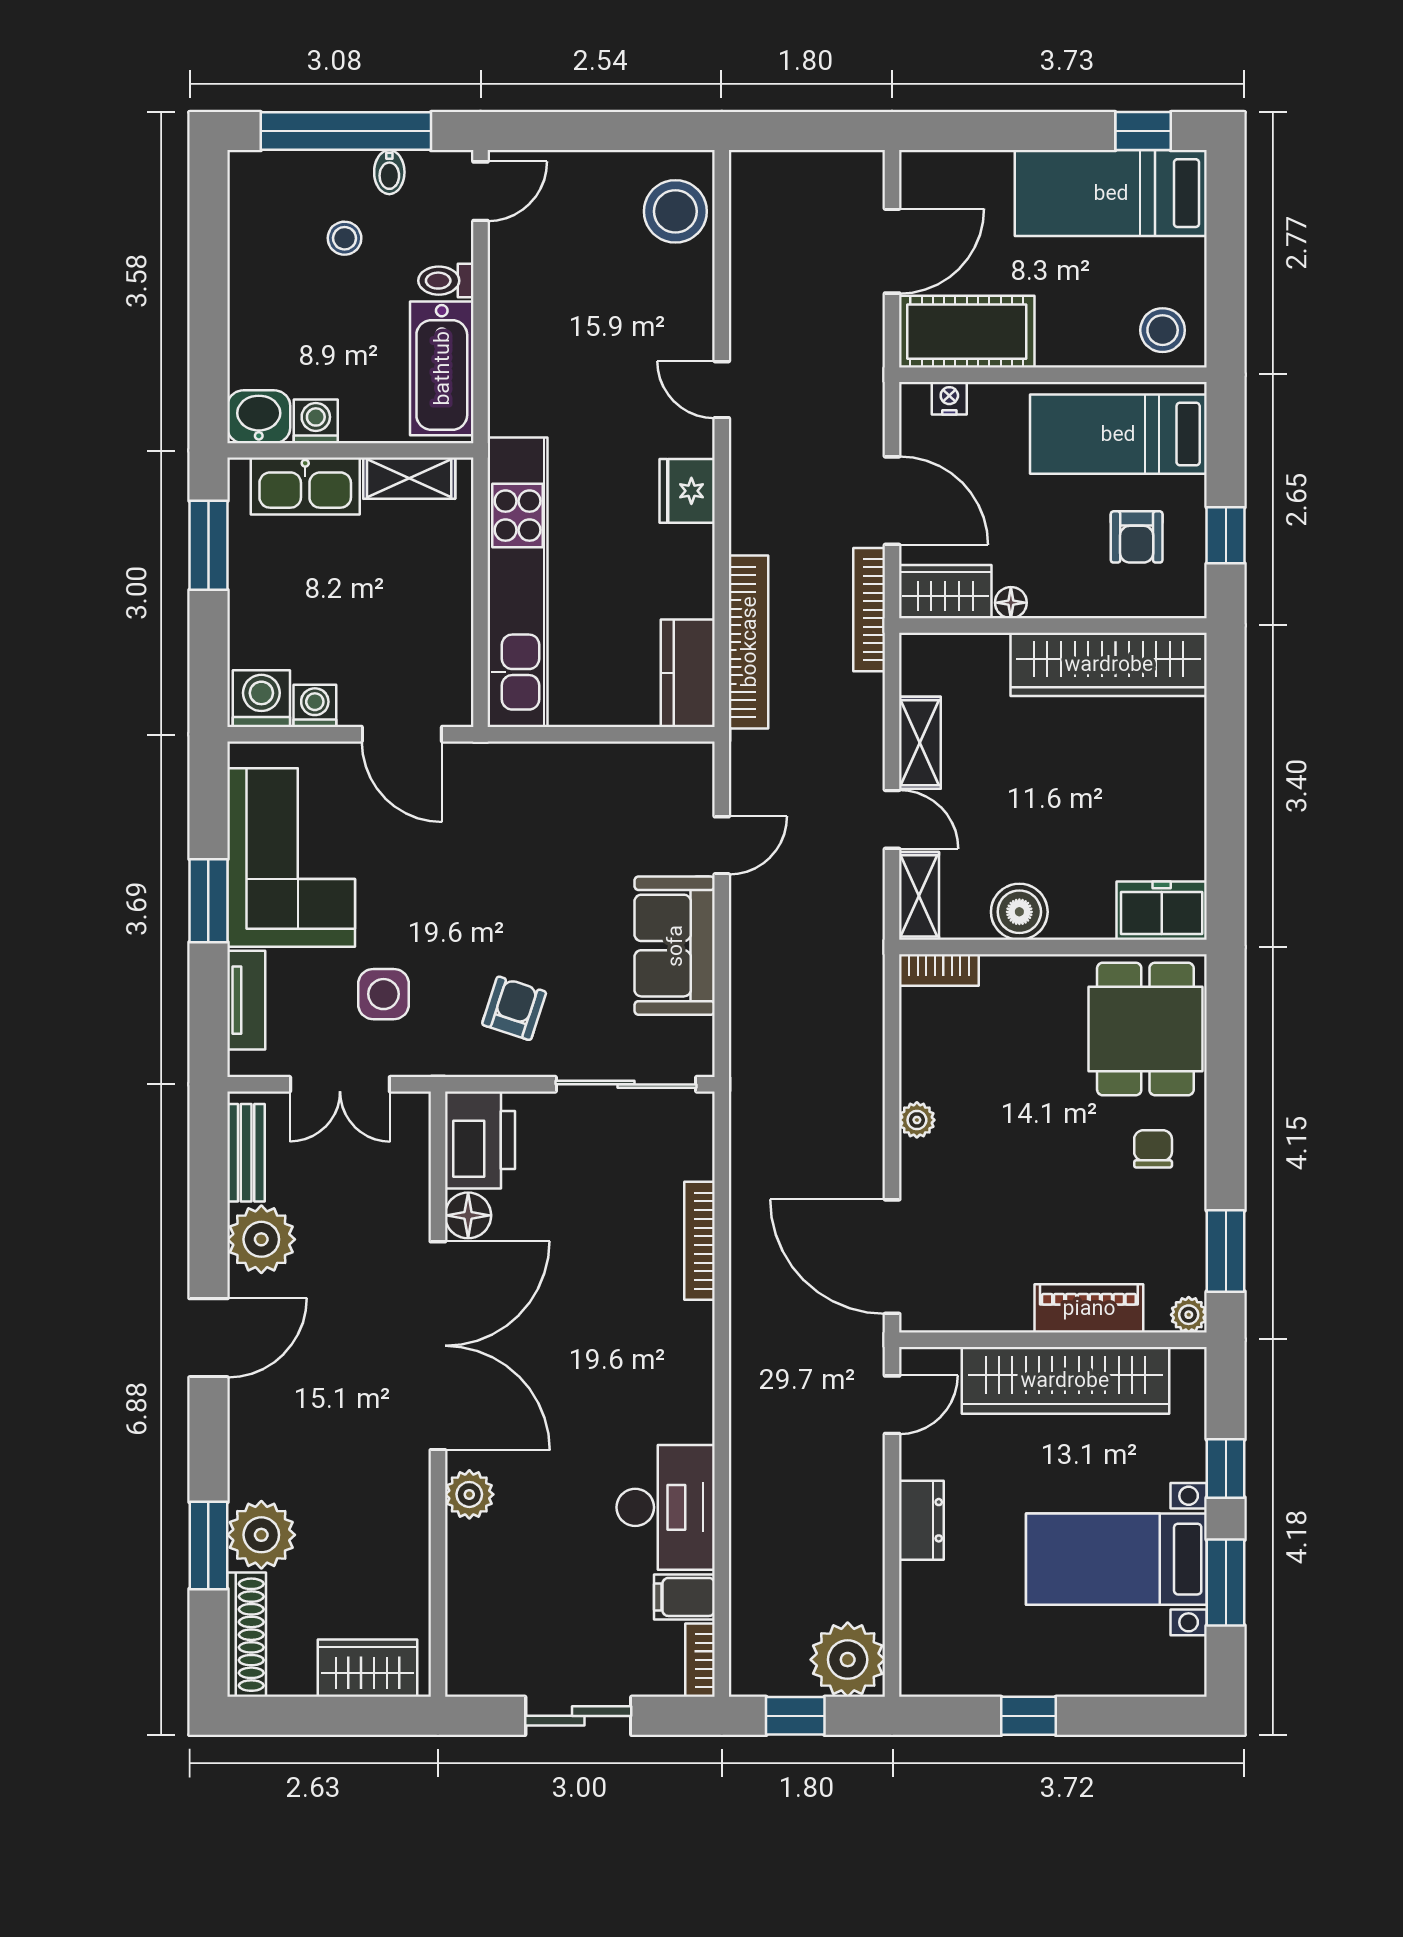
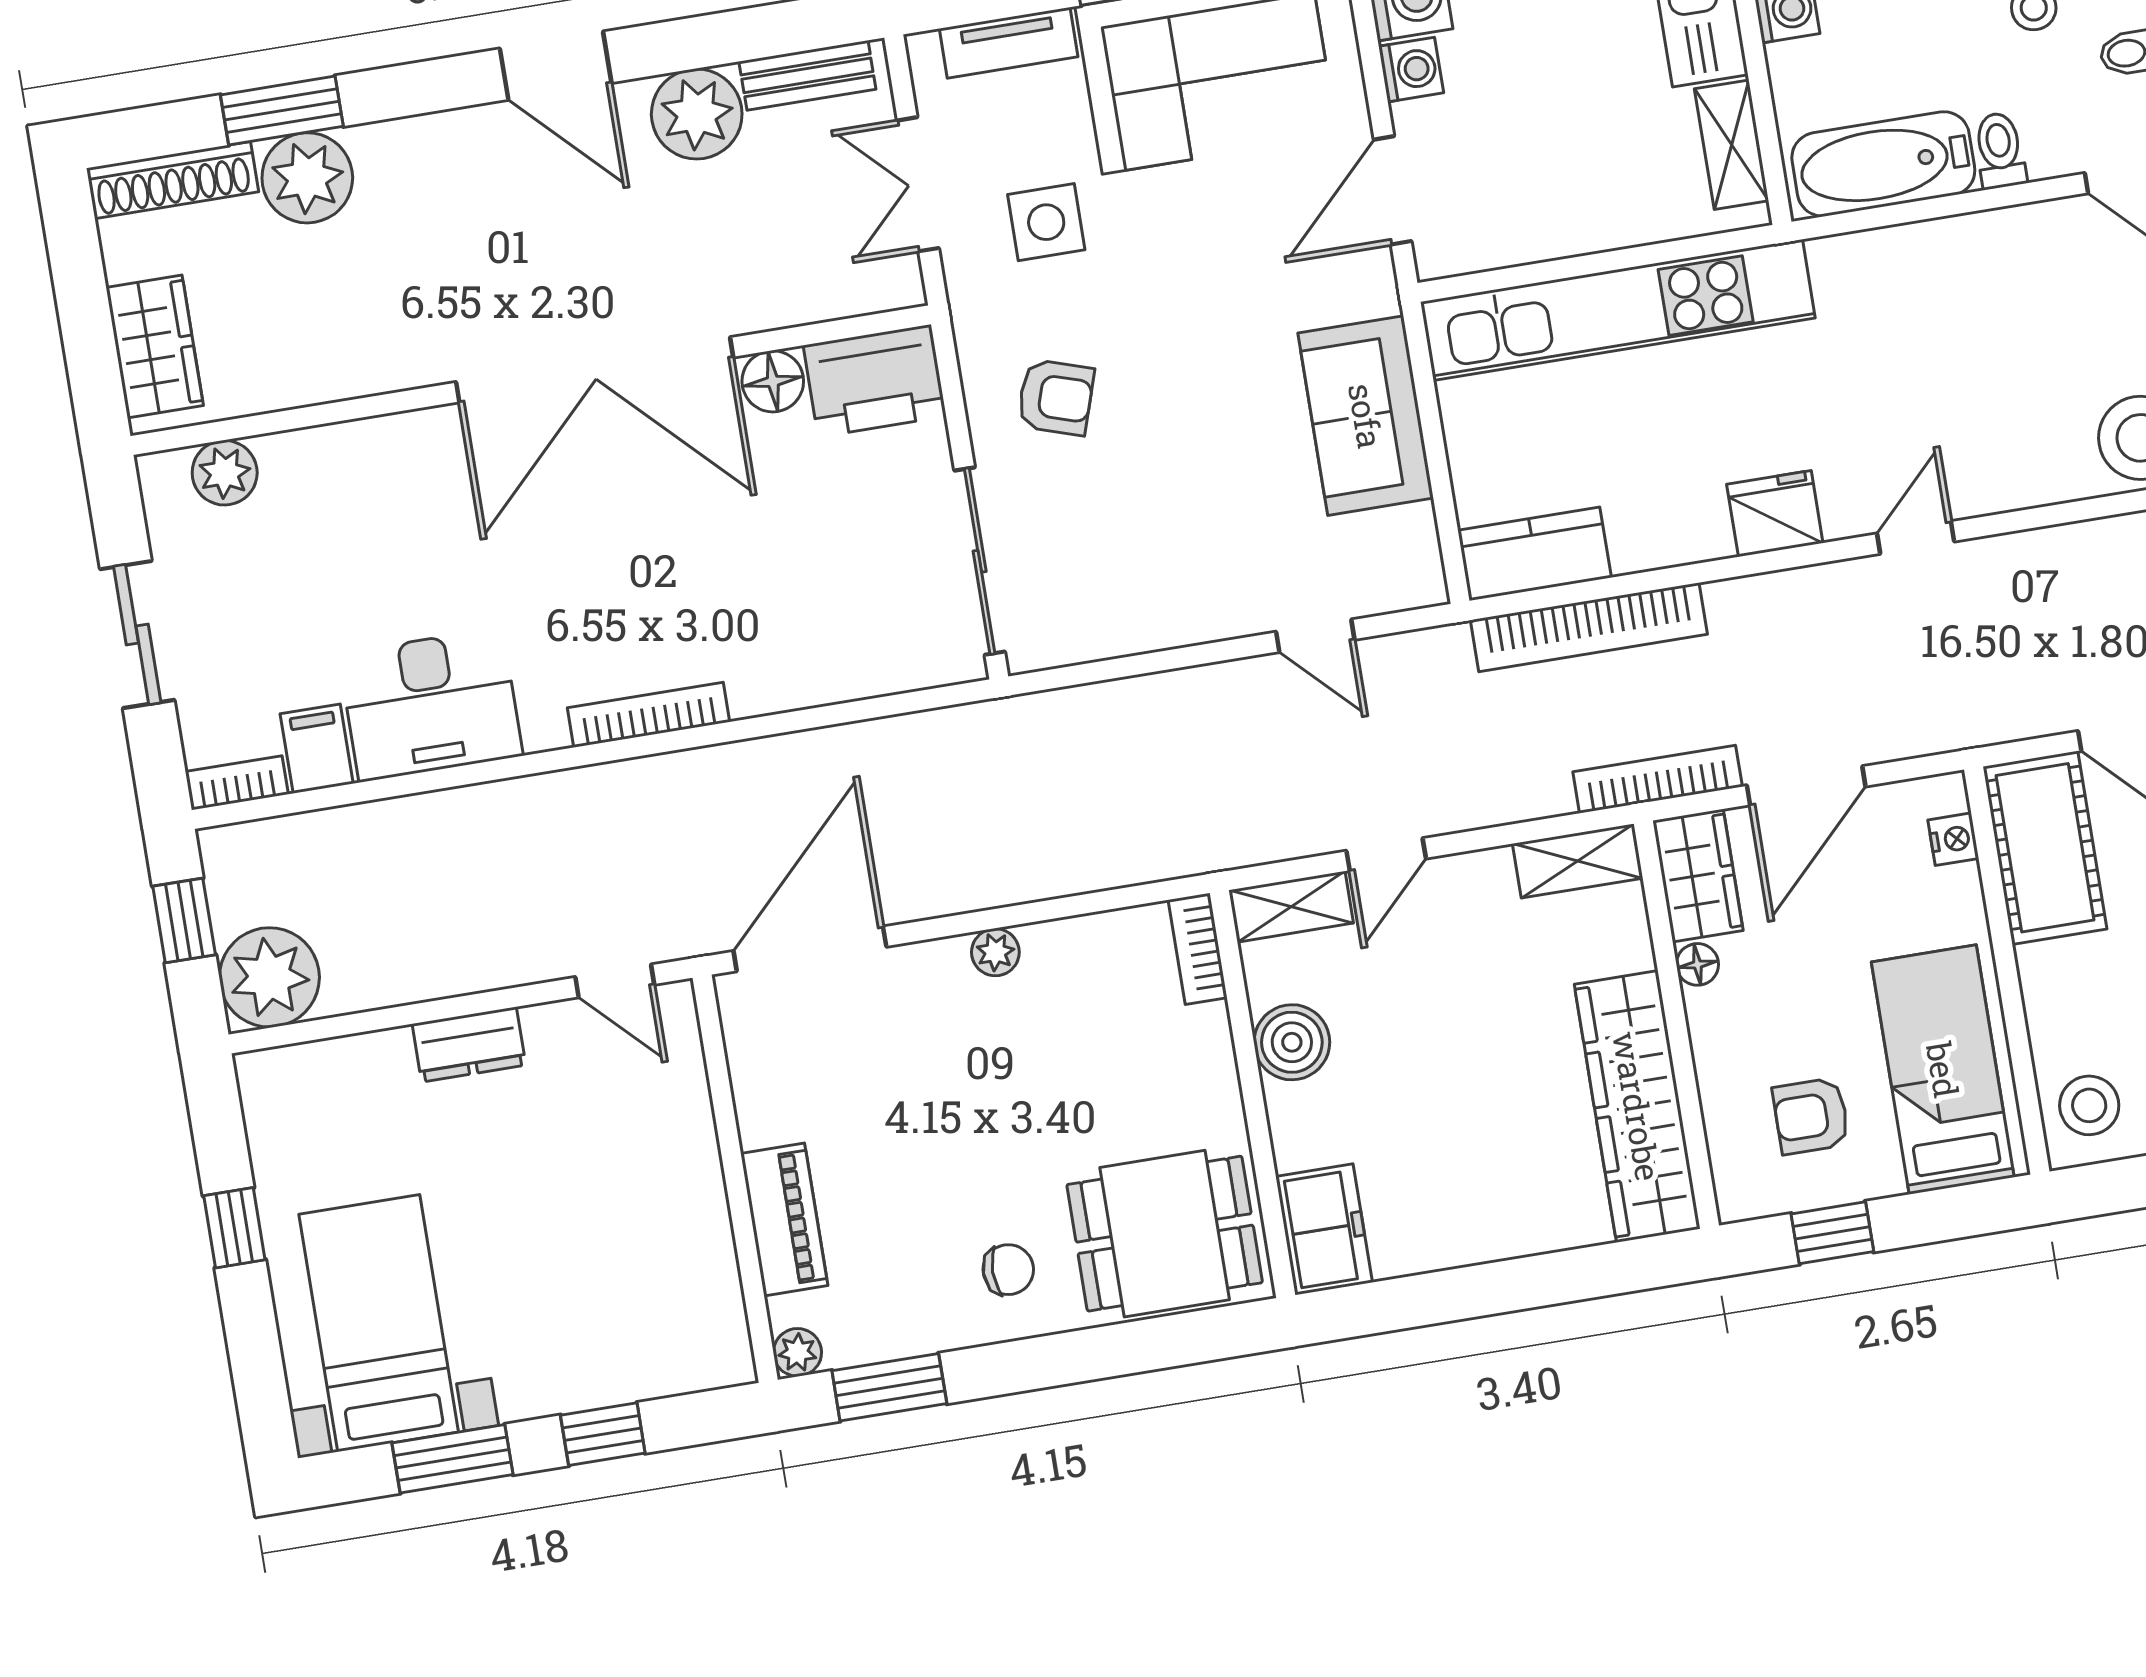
shelving: (920, 743) -> (1578, 861), moved
sofa: (675, 946) -> (1366, 416), moved, turned -90
bookcase: (700, 1241) -> (649, 715), moved
wardrobe: (1065, 1380) -> (684, 1204), removed
plant: (469, 1494) -> (225, 473), moved
bed with nightstands: (1116, 1559) -> (379, 1323), moved

